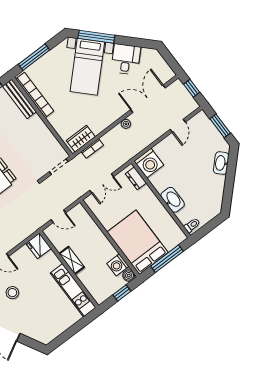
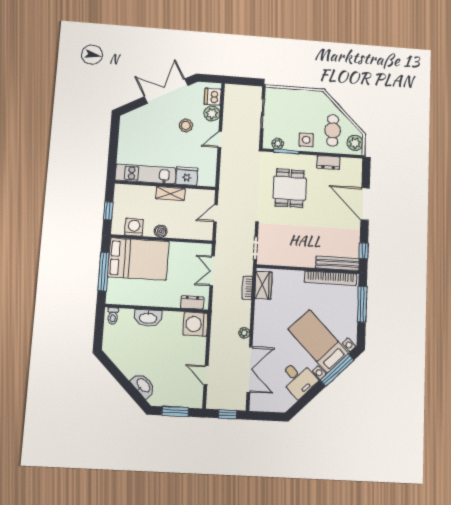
fridge: (38, 246) -> (187, 176), moved
boiler: (129, 275) -> (161, 231), moved

